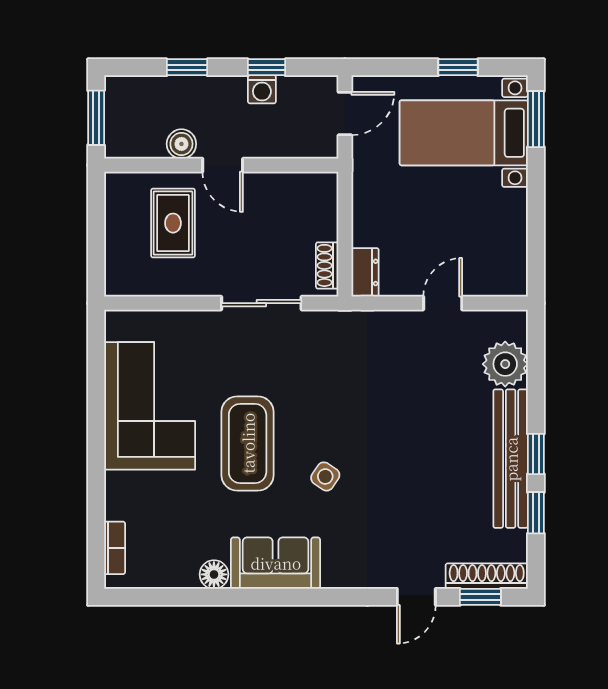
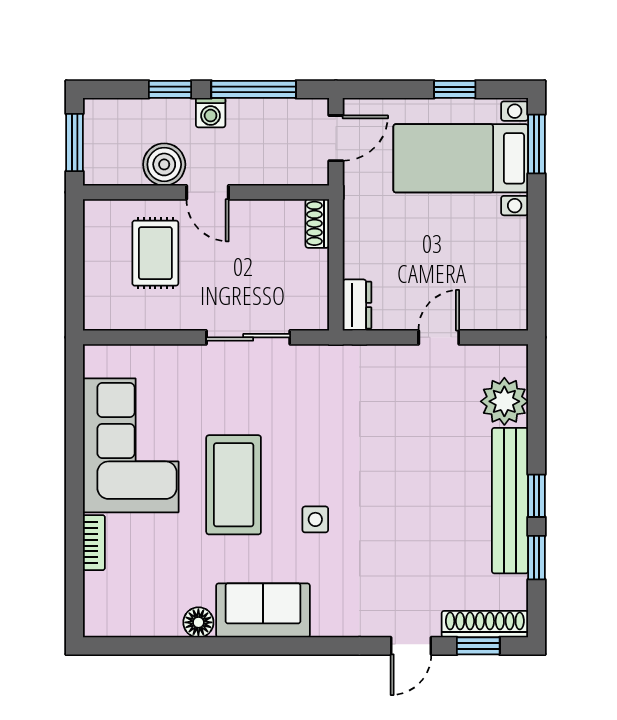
window: (267, 67) -> (254, 89), width x2.17
washing machine: (262, 89) -> (211, 113), moved
boiler: (181, 144) -> (164, 164), width x1.36, depth x1.36
shoe rack: (327, 265) -> (317, 223), moved
side table: (325, 476) -> (315, 519), turned -34
bookcase: (115, 548) -> (94, 543), moved

